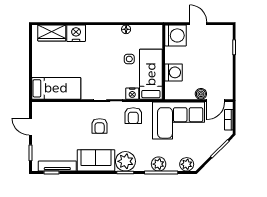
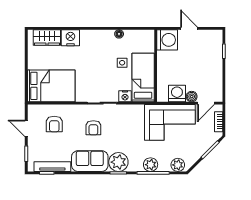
washing machine: (174, 72) -> (177, 93), moved, turned -90
bed: (56, 88) -> (51, 86), width x1.50
armchair: (133, 116) -> (54, 124), moved

